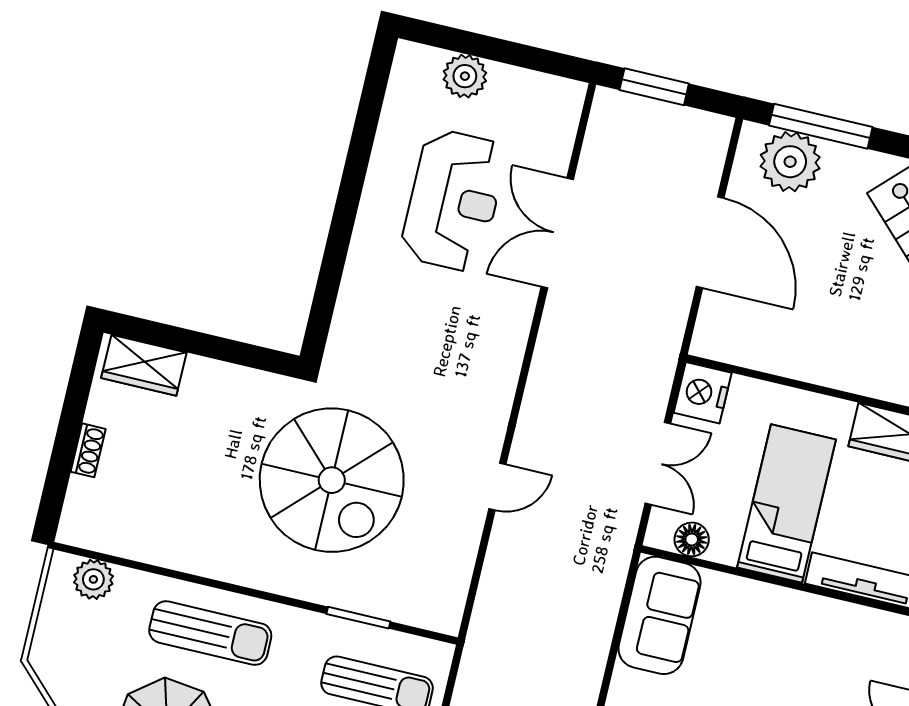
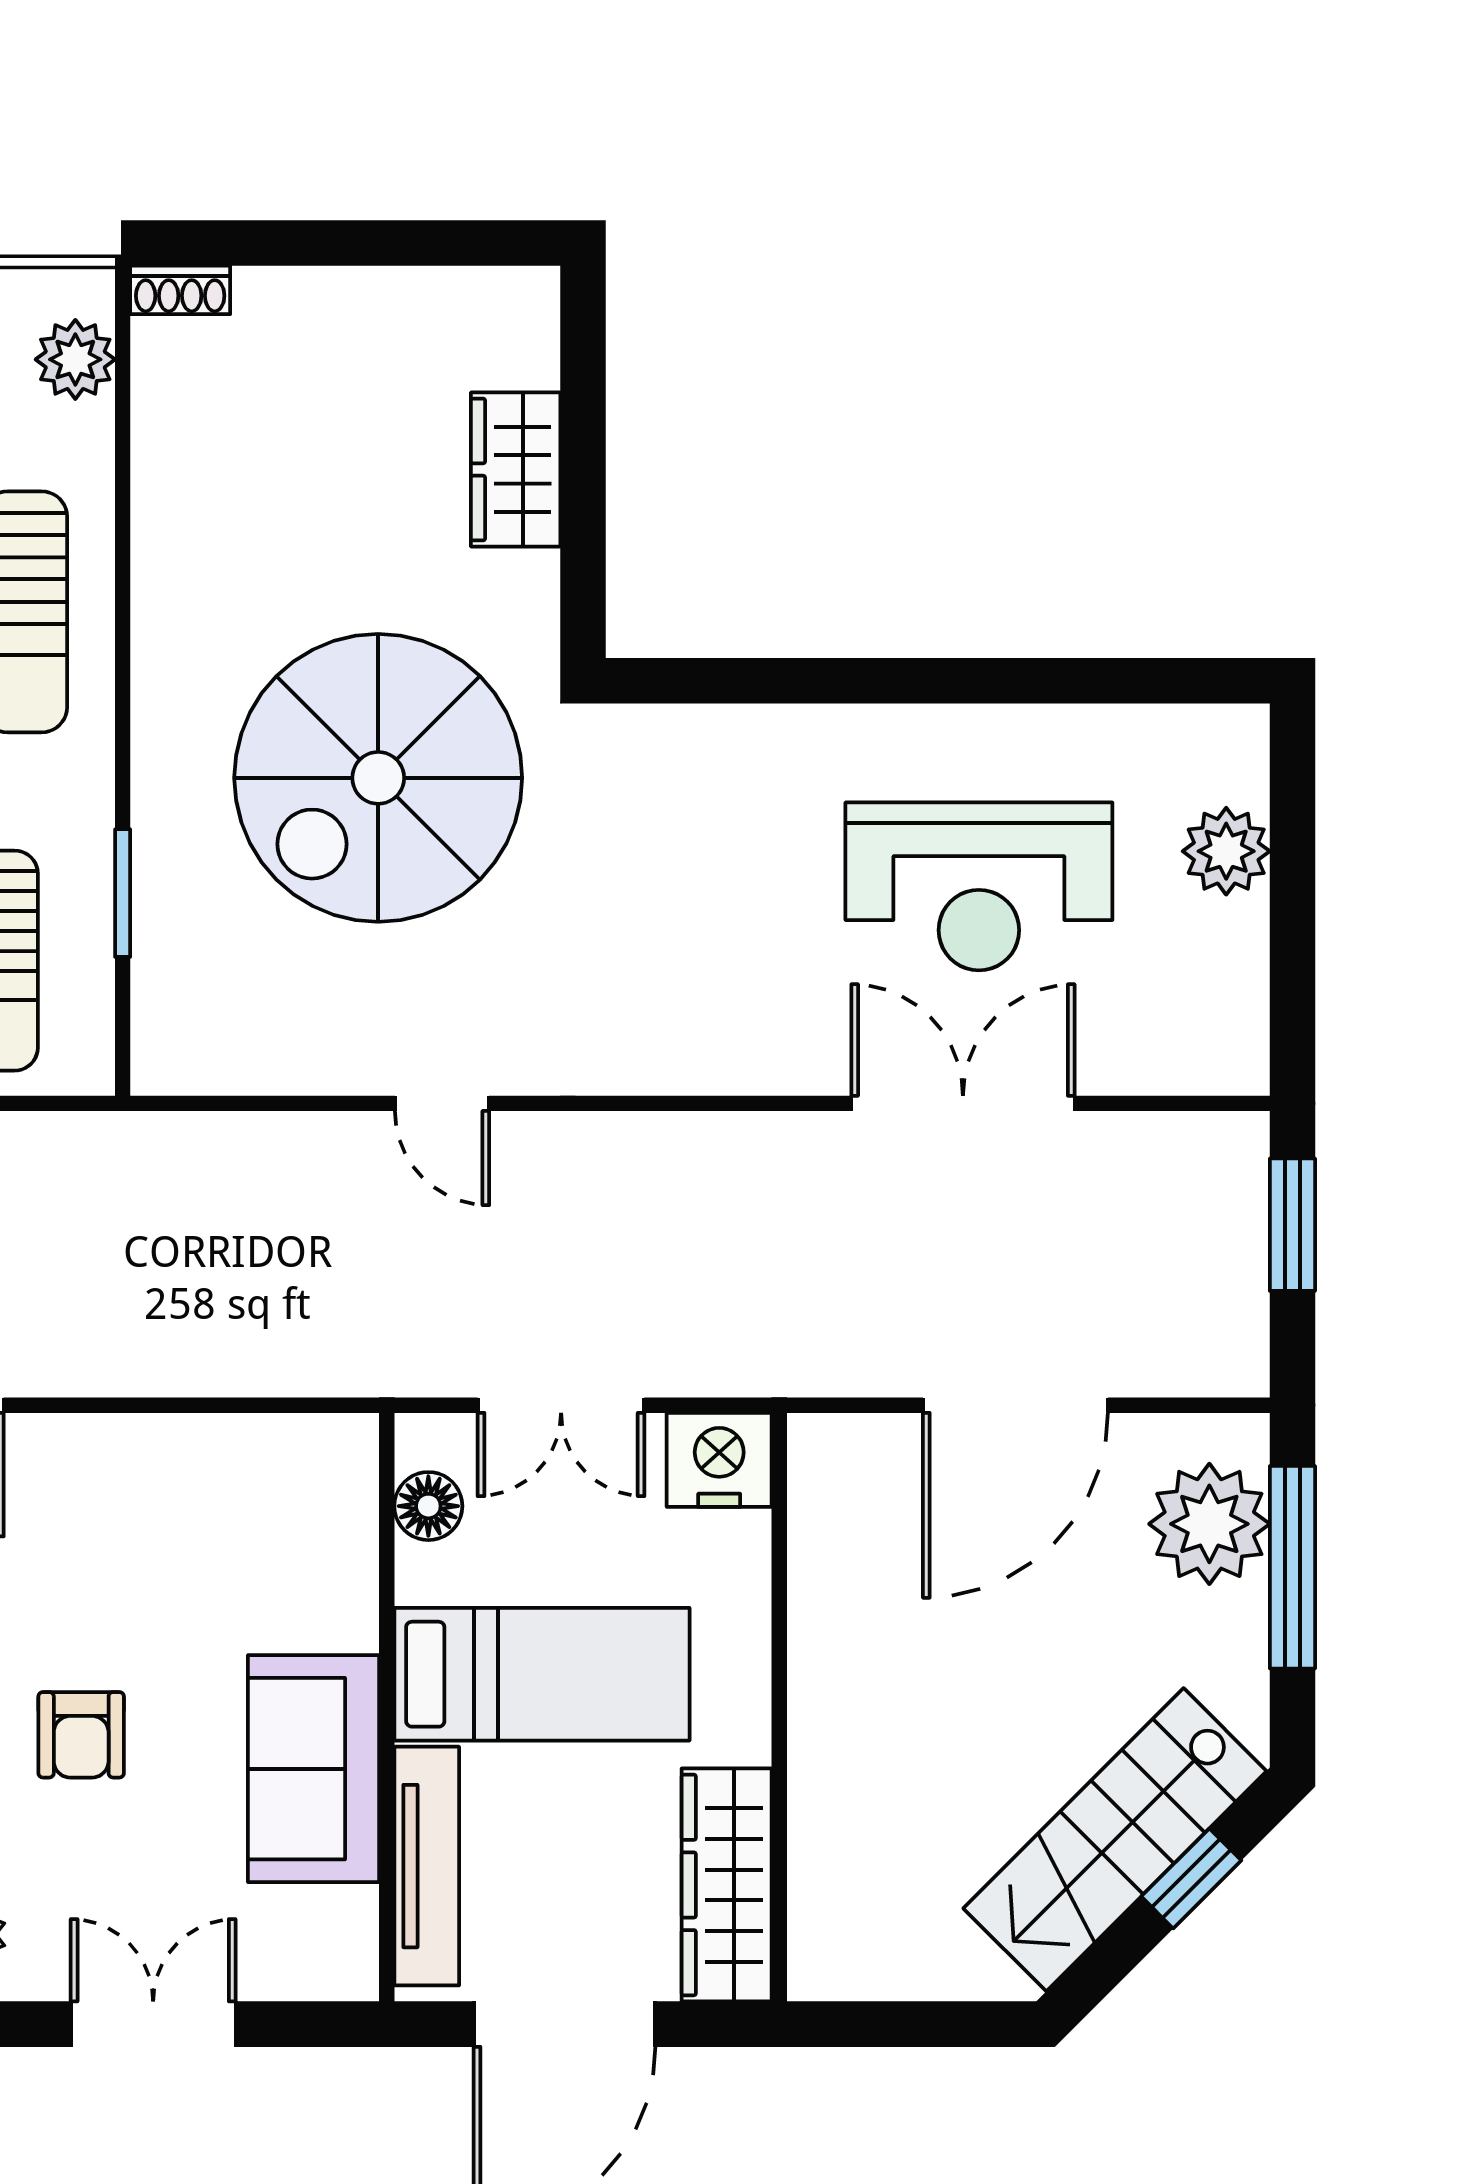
wardrobe: (144, 365) -> (516, 470), moved
shoe rack: (88, 450) -> (180, 290), moved
sofa: (660, 615) -> (314, 1769), moved, turned 90

